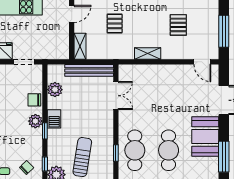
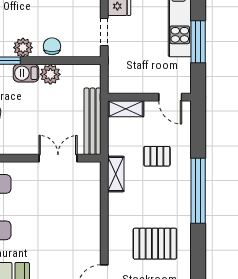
pallet: (178, 25) -> (155, 244), width x1.50, depth x1.42
shelving: (148, 53) -> (116, 174), moved
plant: (55, 90) -> (50, 74), moved
double door: (116, 96) -> (58, 158), swing flipped

